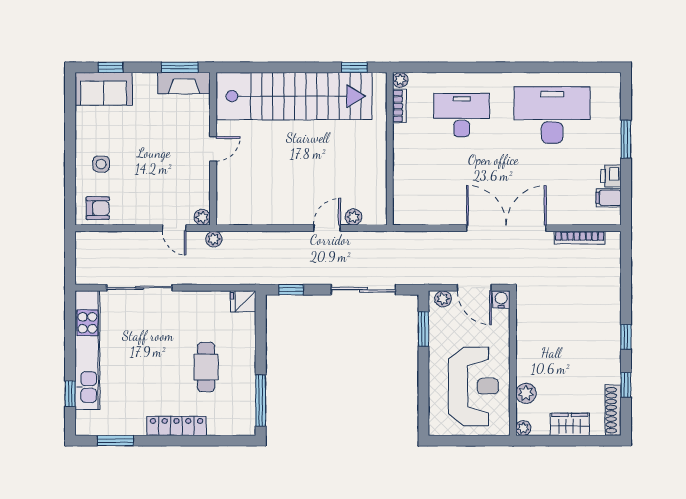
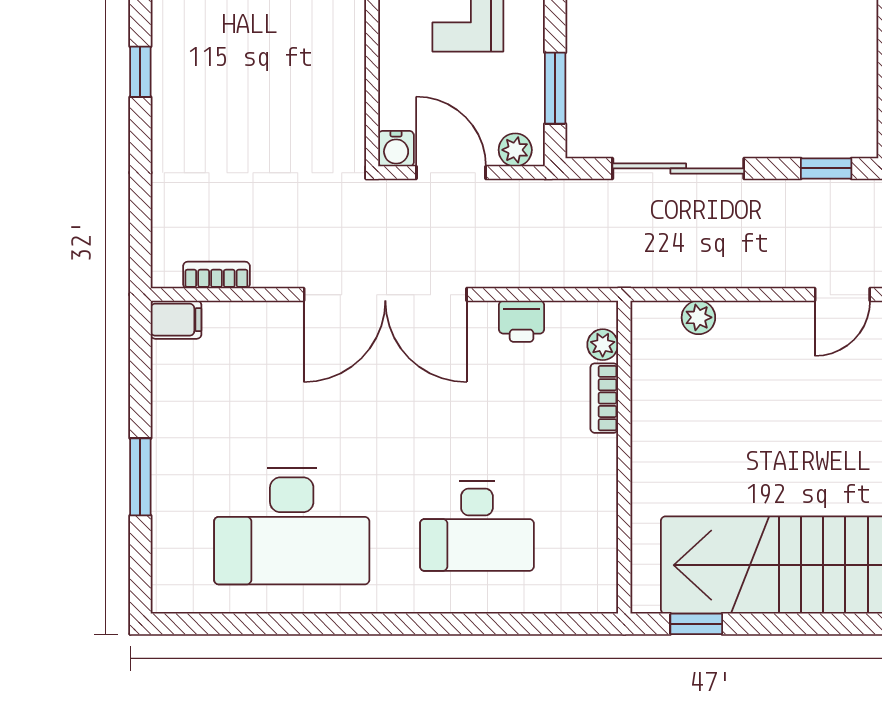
plant: (400, 80) -> (603, 345), moved
bookcase: (399, 106) -> (604, 398), moved
printer: (611, 176) -> (522, 321), moved, turned 90
filing cabinet: (609, 198) -> (176, 320), moved
door: (327, 228) -> (842, 295), moved
bookcase: (580, 238) -> (216, 275), width x0.64

